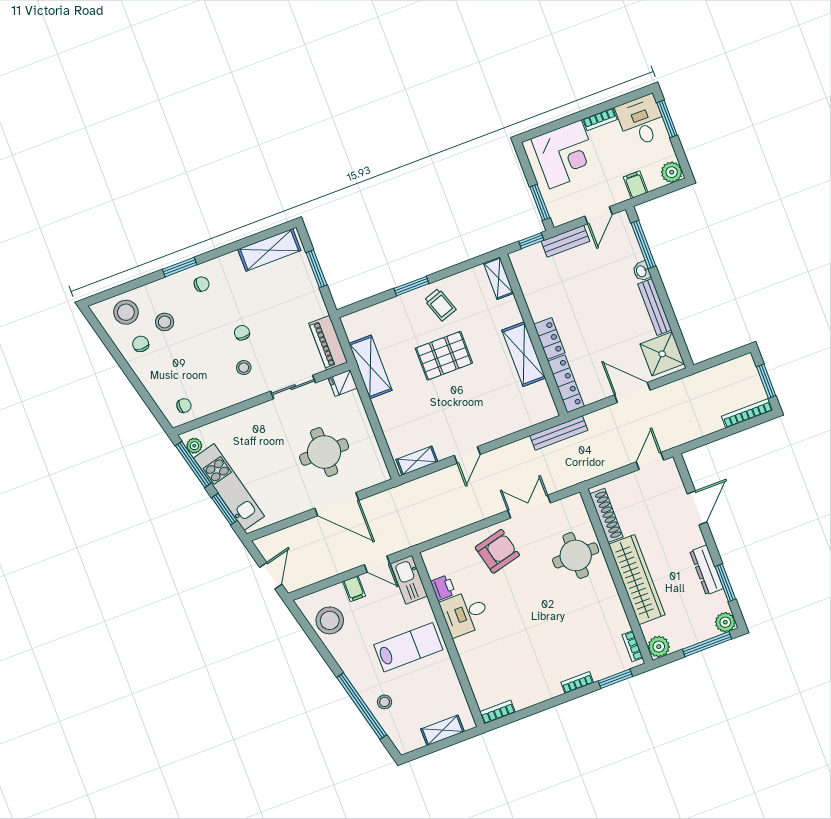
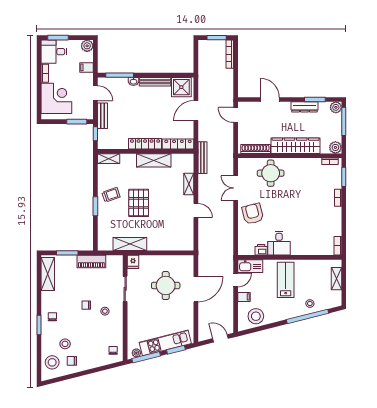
locker: (549, 339) -> (145, 144), width x1.53
piano: (328, 343) -> (91, 262), moved
shelving: (417, 461) -> (189, 184), moved

